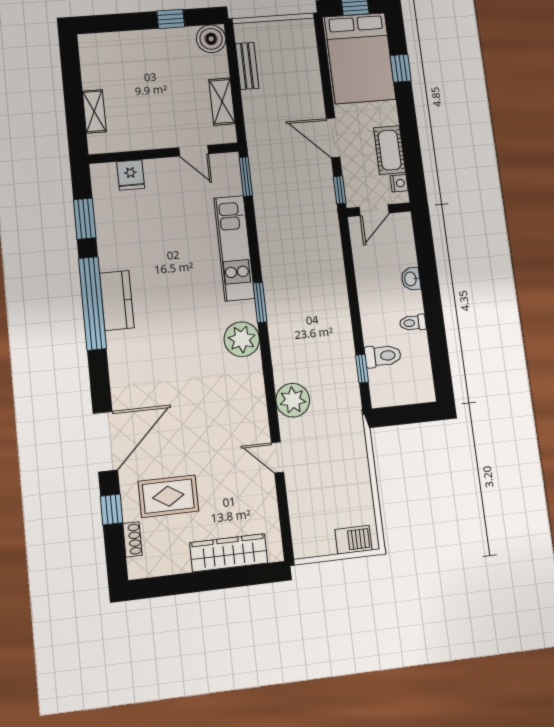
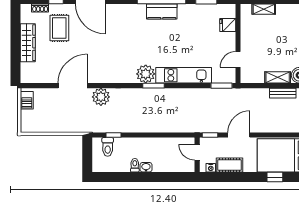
shelving: (222, 102) -> (278, 77), moved
washbasin: (411, 279) -> (146, 167), moved
plant: (242, 339) -> (146, 74), moved
toilet: (383, 356) -> (108, 147), moved
door: (278, 457) -> (73, 86), width x1.88
barbecue: (353, 540) -> (27, 100), moved
wardrobe: (229, 553) -> (28, 43), moved

